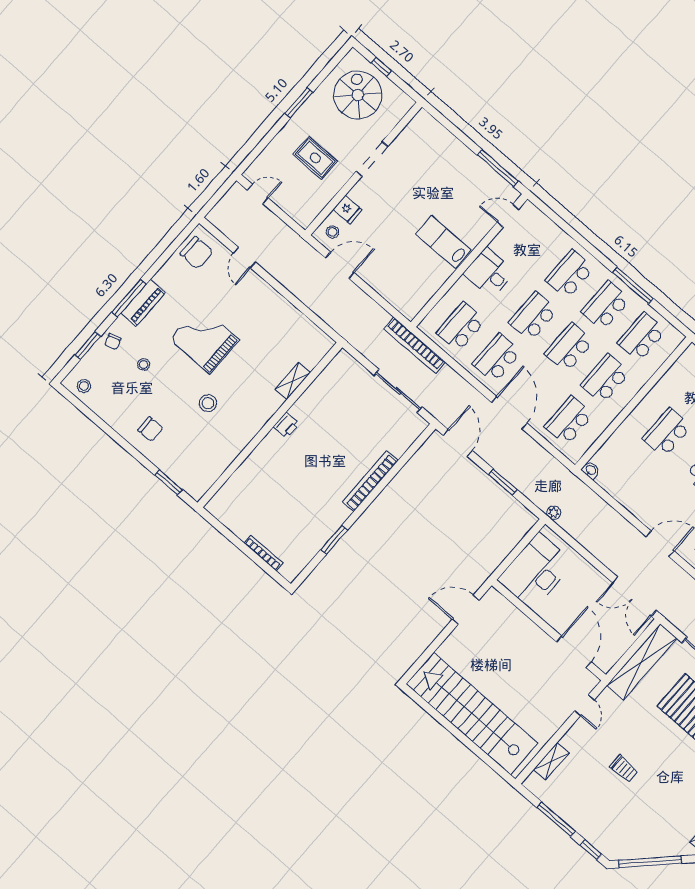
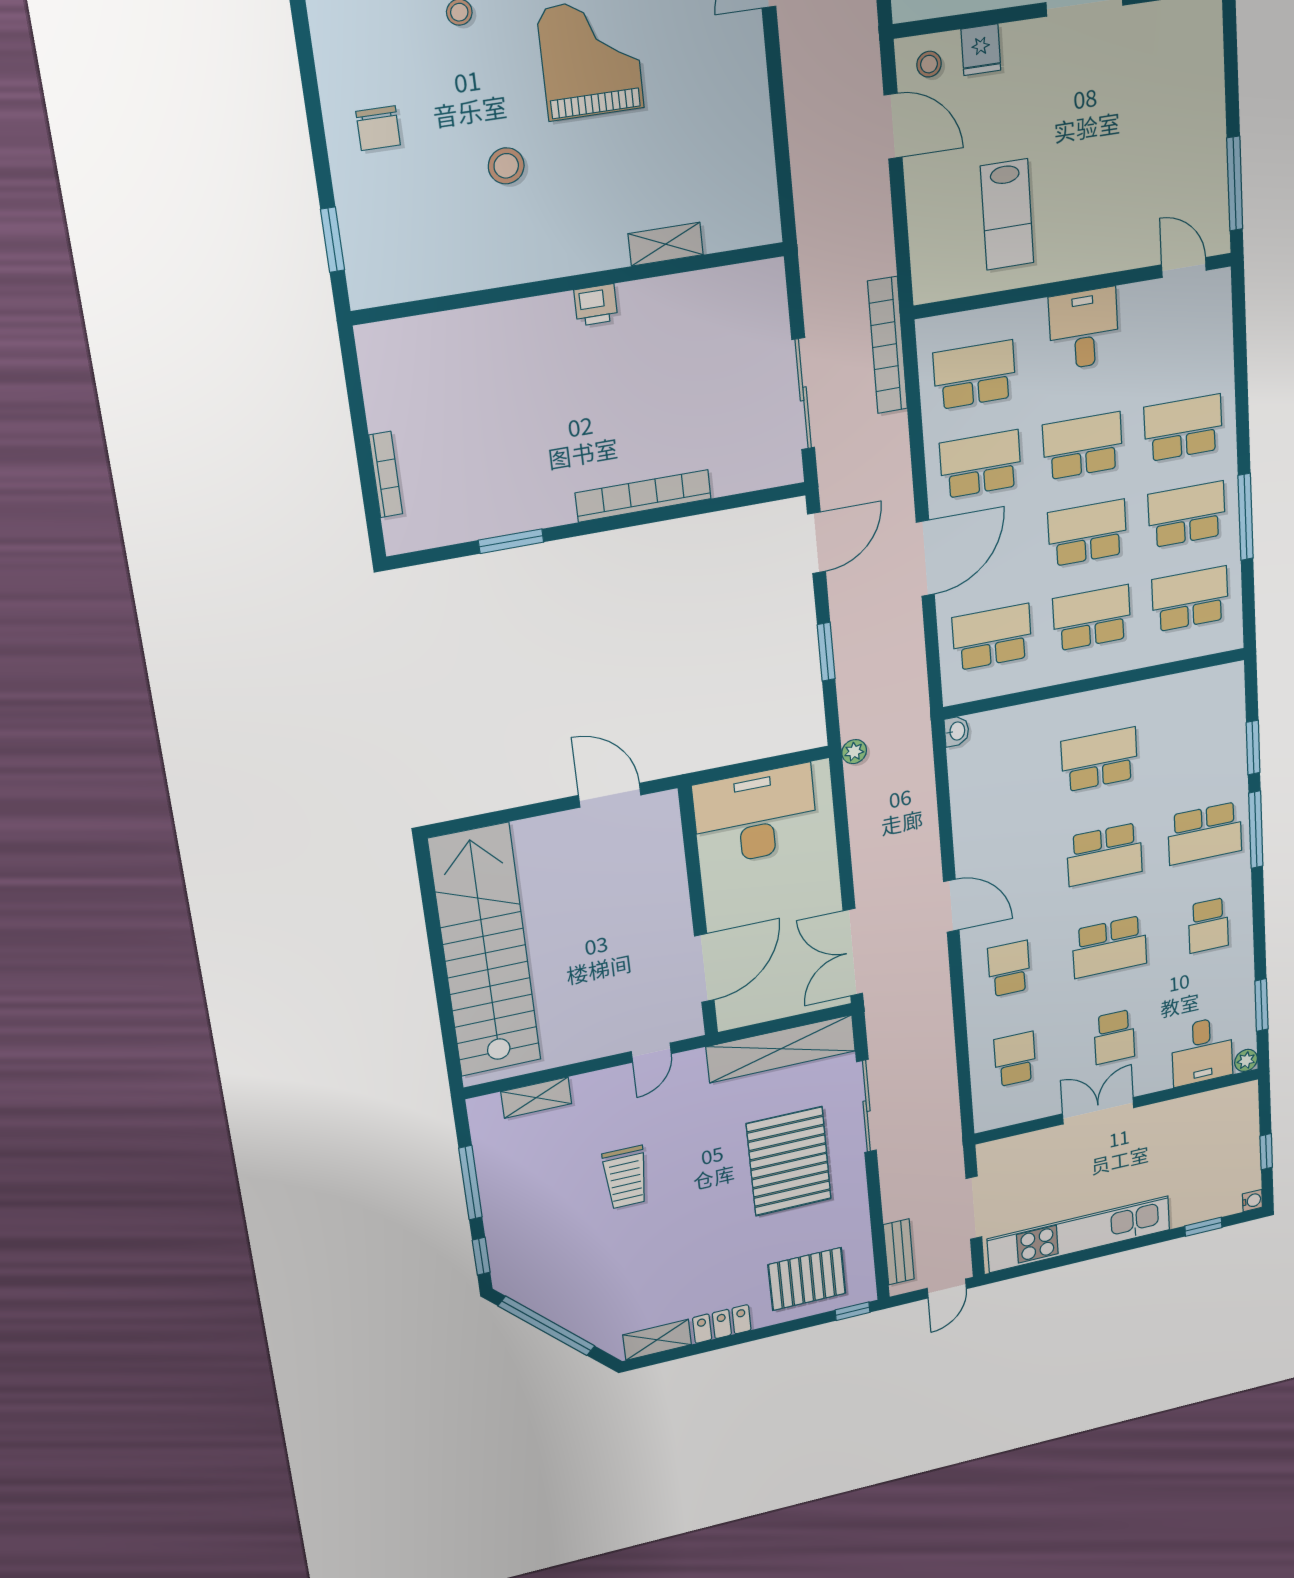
lab bench: (443, 242) -> (1007, 215), moved, turned 180
trolley: (624, 769) -> (625, 1177), width x1.36, depth x1.39

